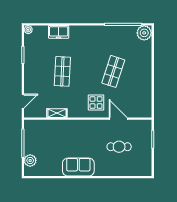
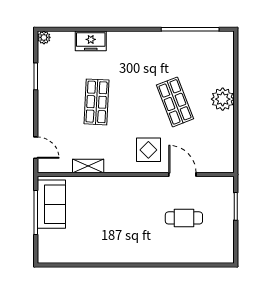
plant: (144, 33) -> (223, 99), moved
shop shelf: (113, 71) -> (175, 102), turned -39
door: (23, 101) -> (36, 148), hinge flipped
plant: (30, 160) -> (47, 239), removed
sofa: (78, 167) -> (51, 204), moved, turned 90

